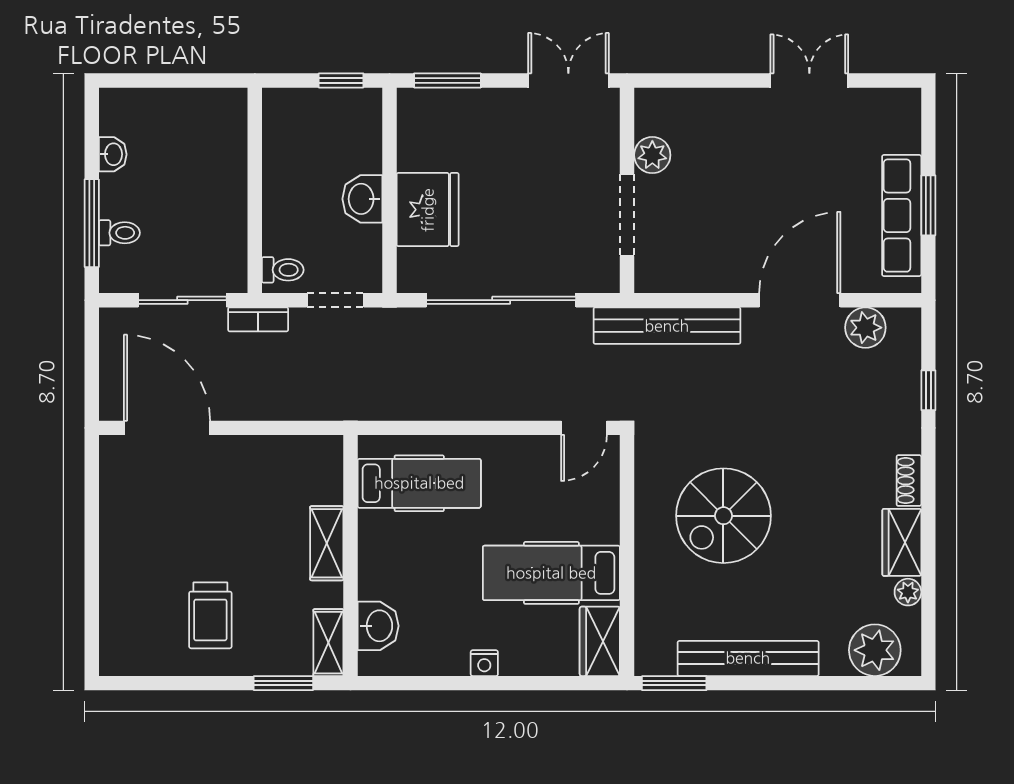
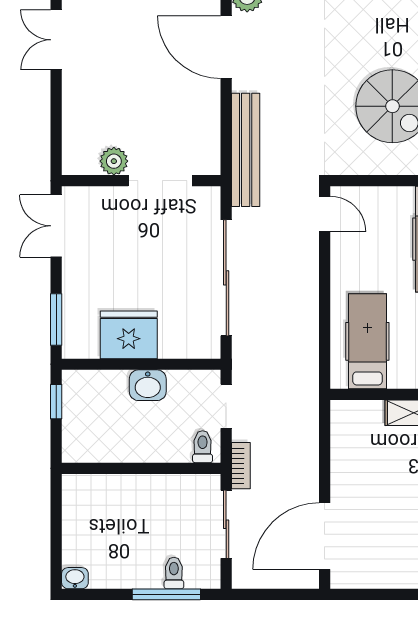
washbasin: (113, 154) -> (75, 578), moved
fridge: (428, 210) -> (129, 335), moved

